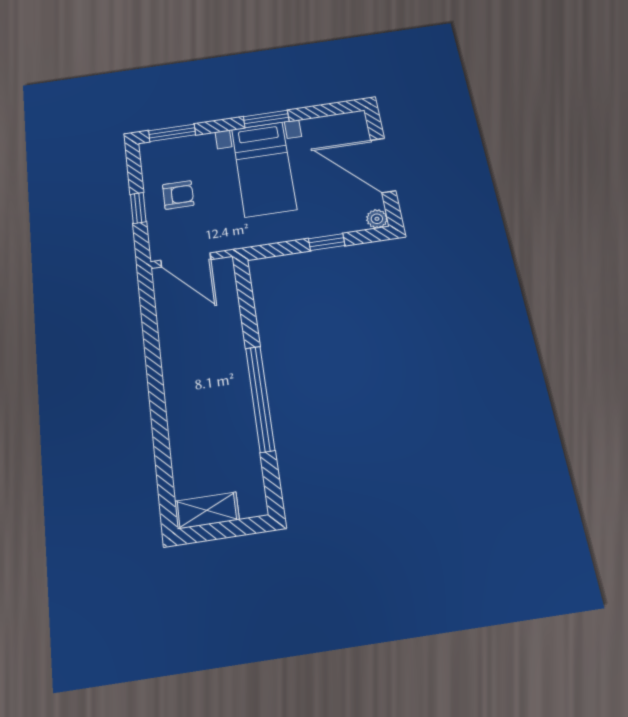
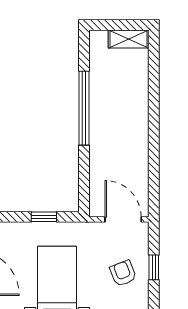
armchair: (178, 195) -> (123, 273), turned 69
window: (327, 242) -> (44, 217), moved

